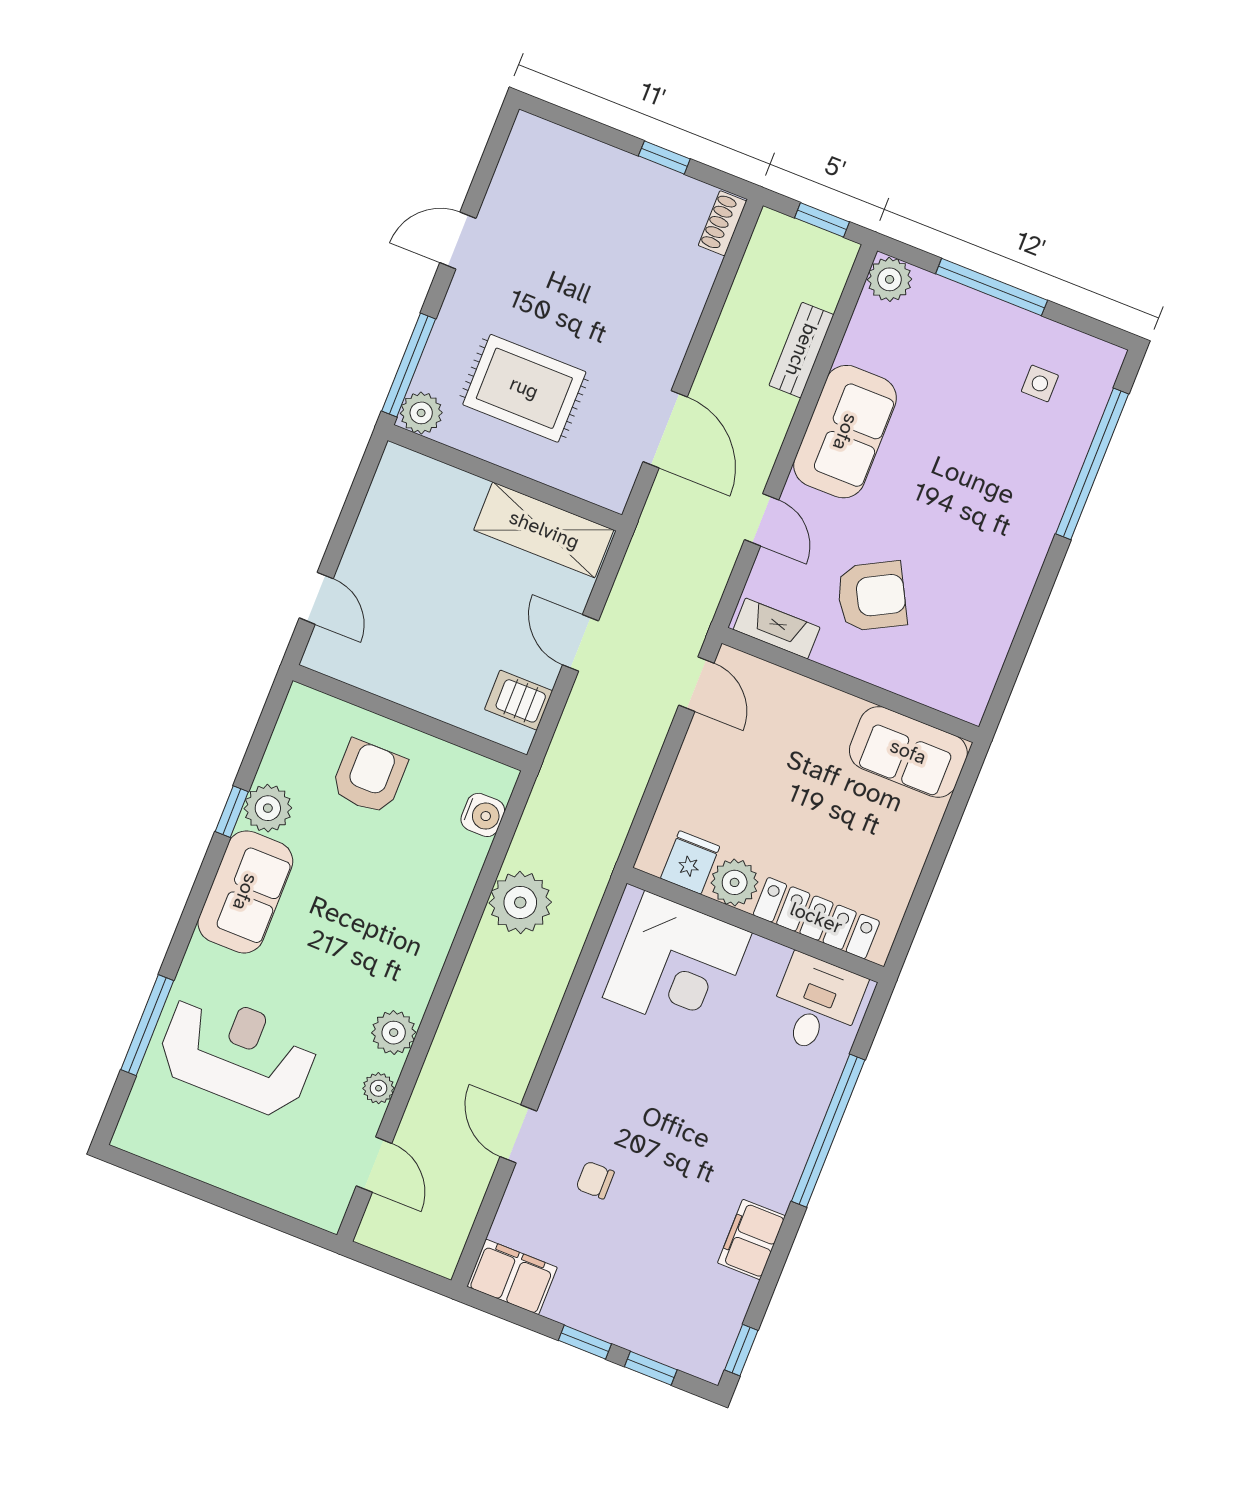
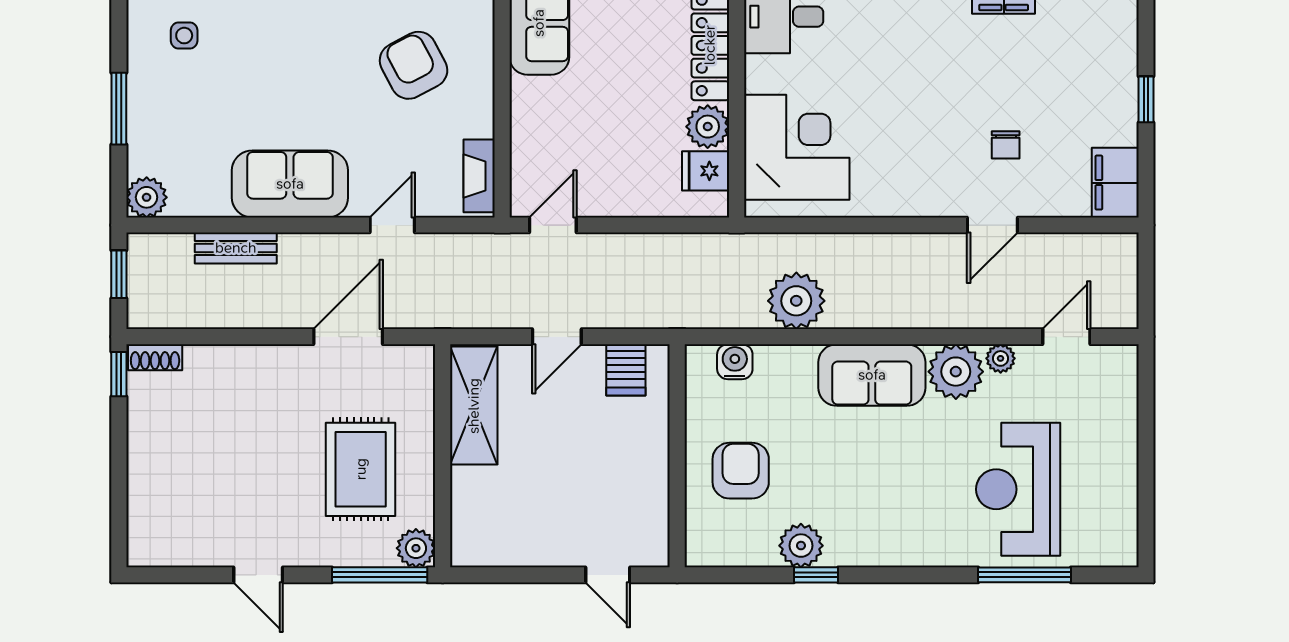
window: (664, 157) -> (119, 374), moved
window: (992, 287) -> (119, 109), width x0.69
armchair: (872, 596) -> (414, 65), moved
door: (316, 598) -> (608, 575), swing flipped
armchair: (369, 777) -> (741, 471), turned 90
sofa: (245, 892) -> (872, 375), moved, turned 180
plant: (394, 1033) -> (956, 372), width x1.36, depth x1.36
window: (651, 1368) -> (1146, 35), removed

